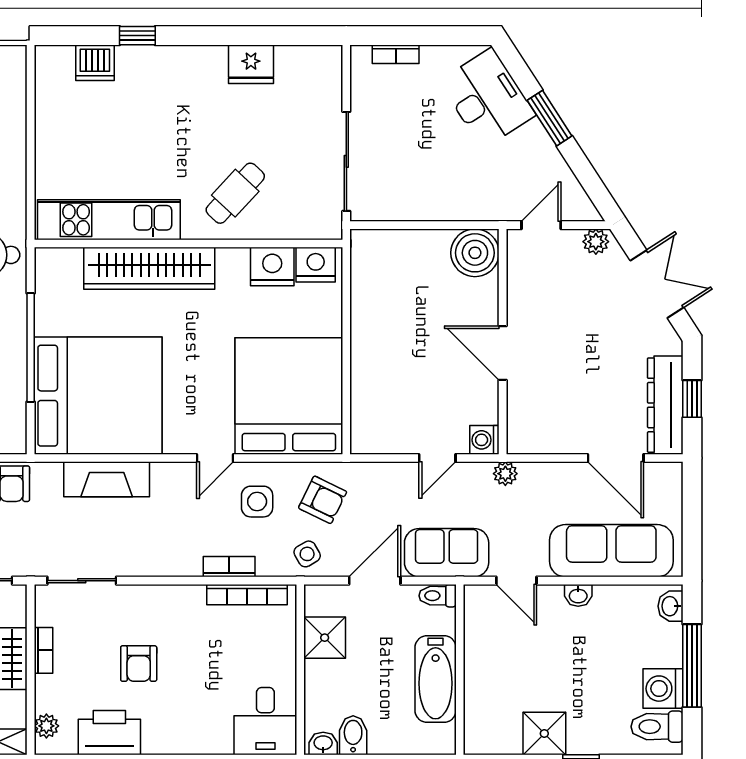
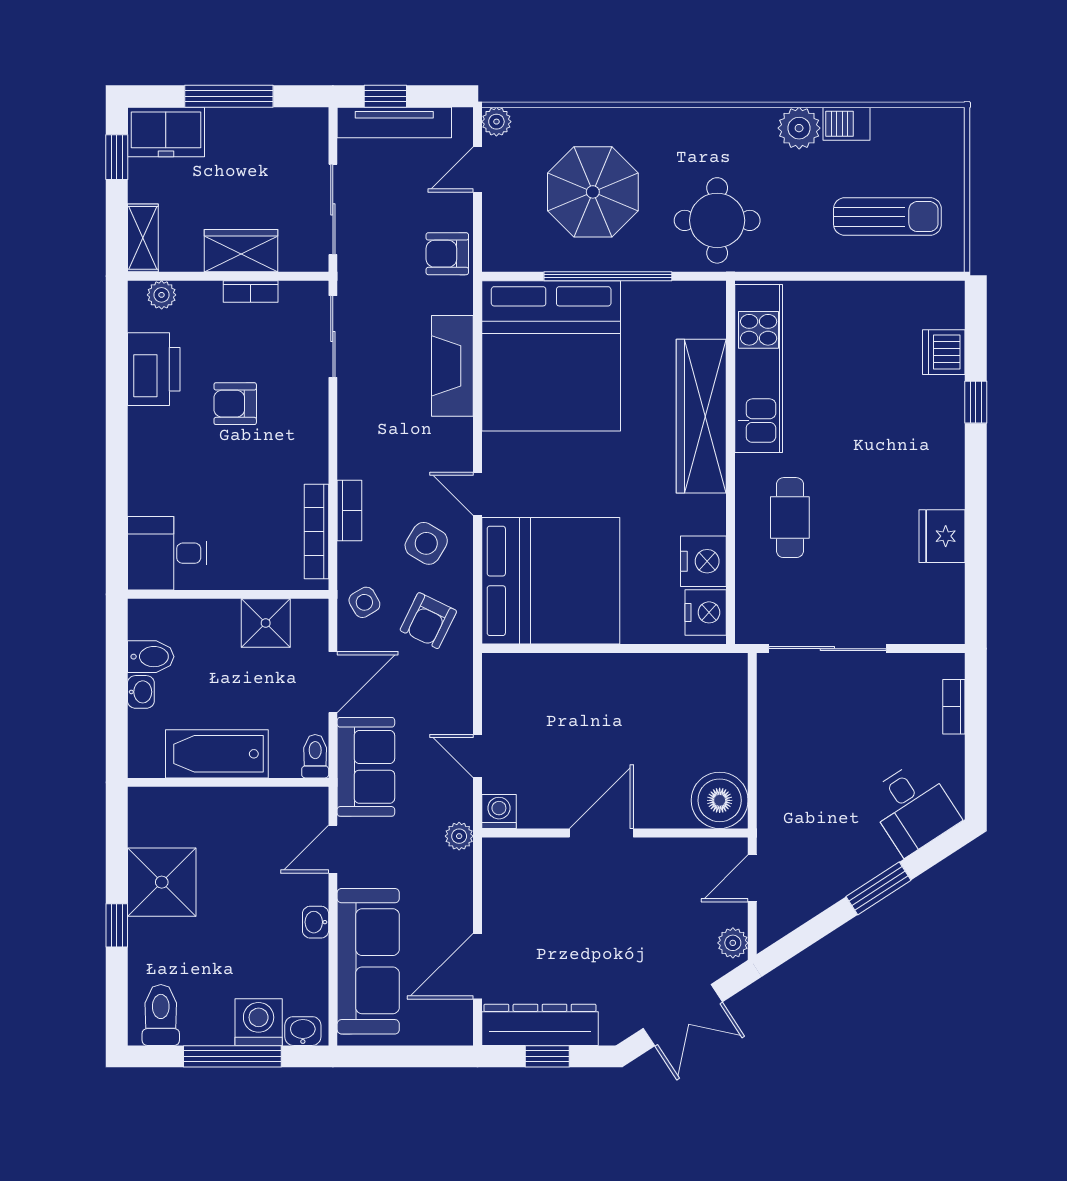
desk: (487, 98) -> (913, 808), width x0.73
cafe table: (235, 193) -> (790, 518), turned 47
door: (541, 225) -> (752, 878), swing flipped
side table: (257, 502) -> (426, 543), turned 31
door: (375, 581) -> (333, 682), hinge flipped
washing machine: (663, 689) -> (259, 1022), moved
shower: (544, 733) -> (162, 882), width x1.36, depth x1.36
washbasin: (323, 743) -> (141, 692), moved

